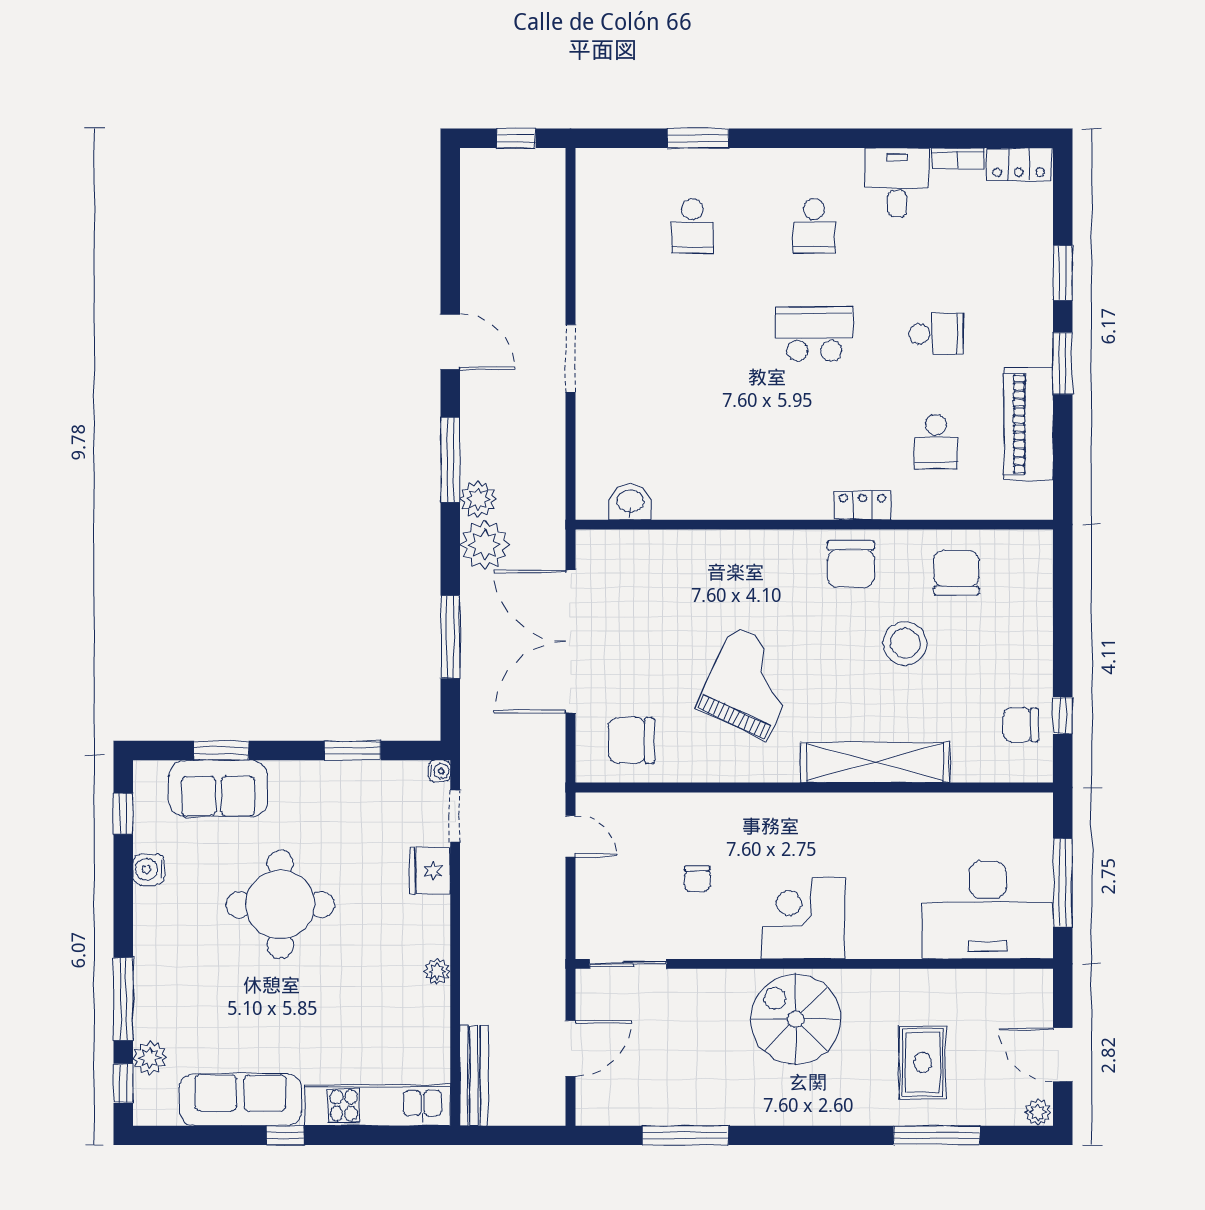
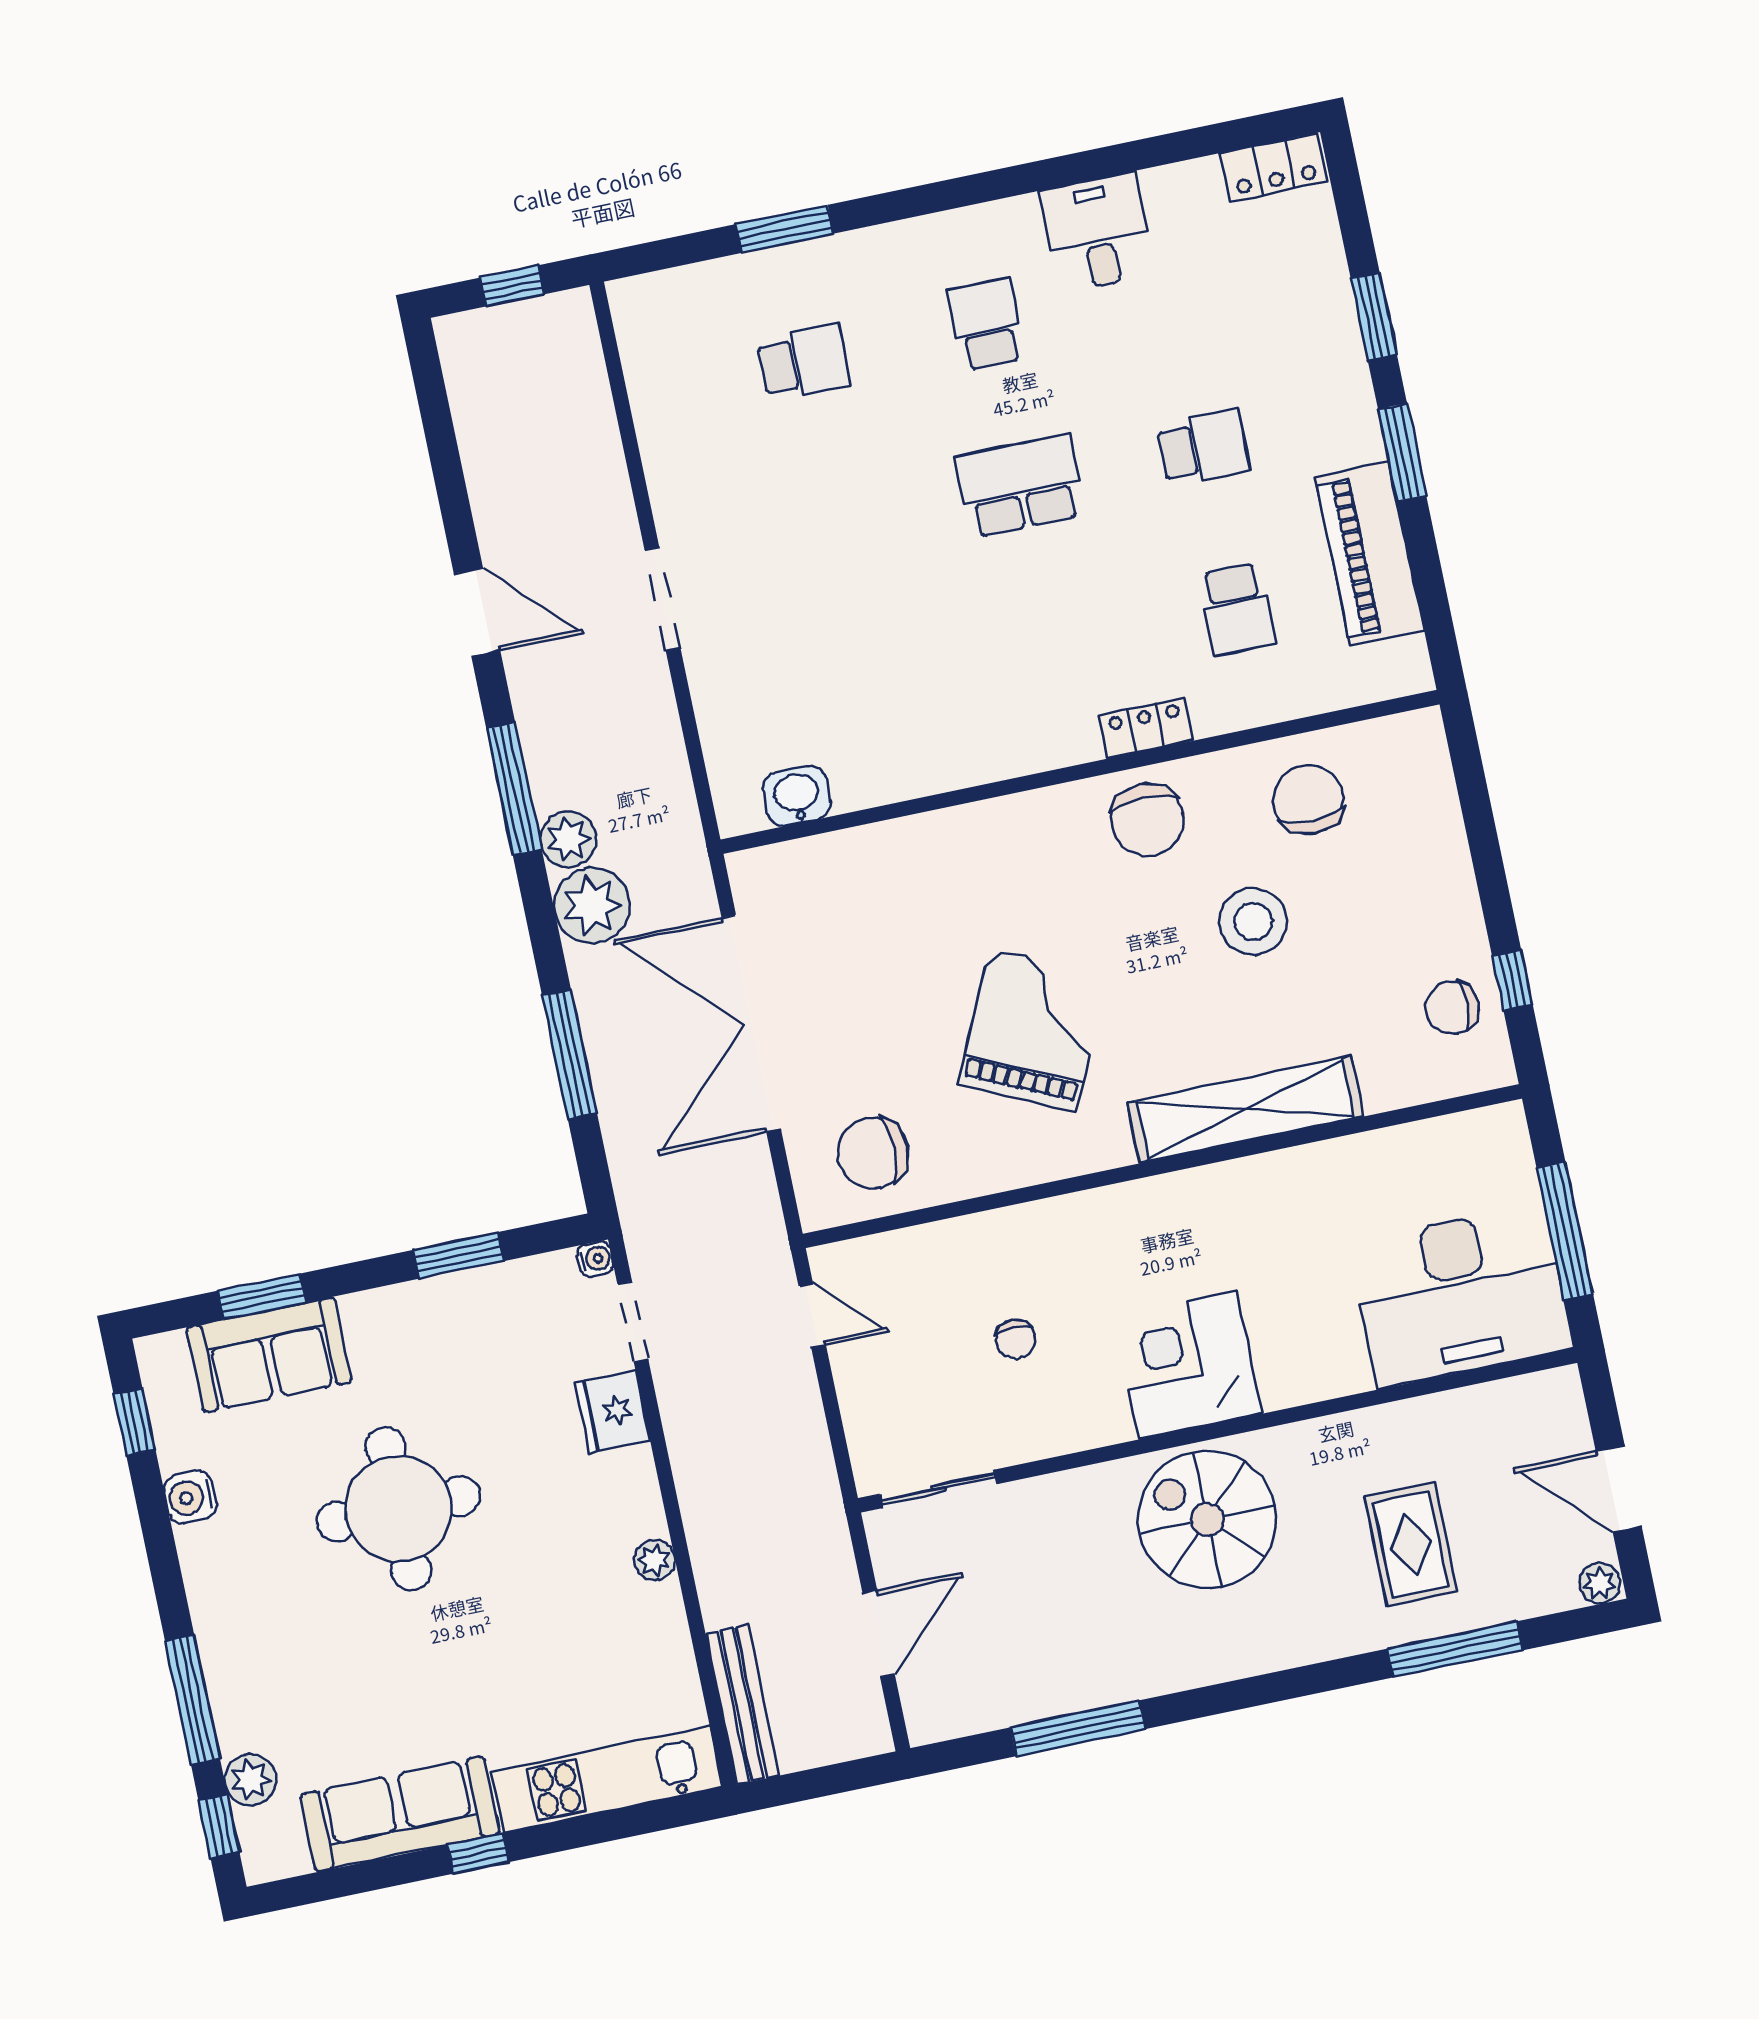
bookcase: (958, 158) -> (1181, 178), removed
school desk: (692, 226) -> (804, 362), turned -90
school desk: (814, 226) -> (986, 324), turned 180

